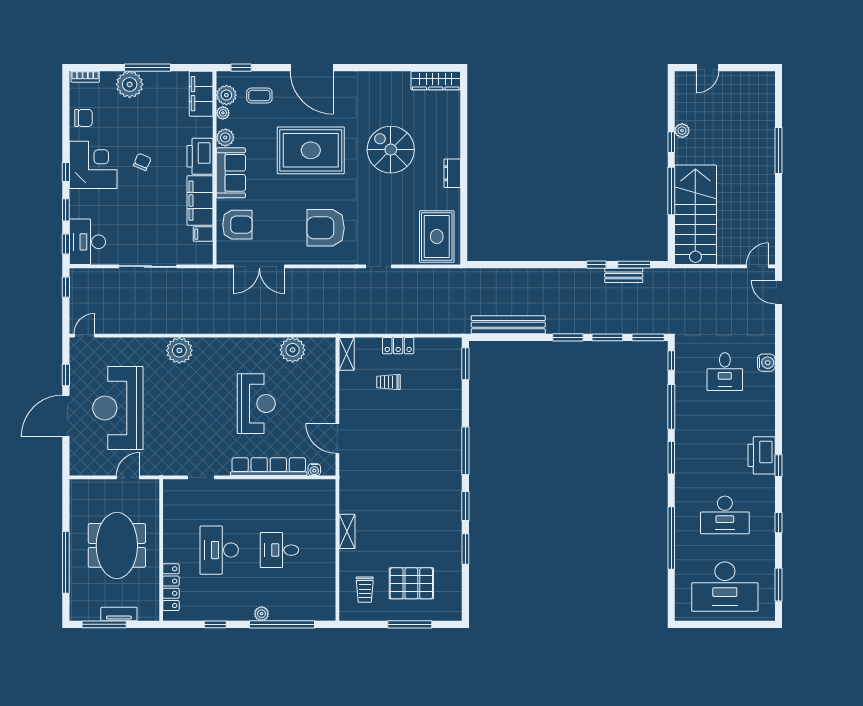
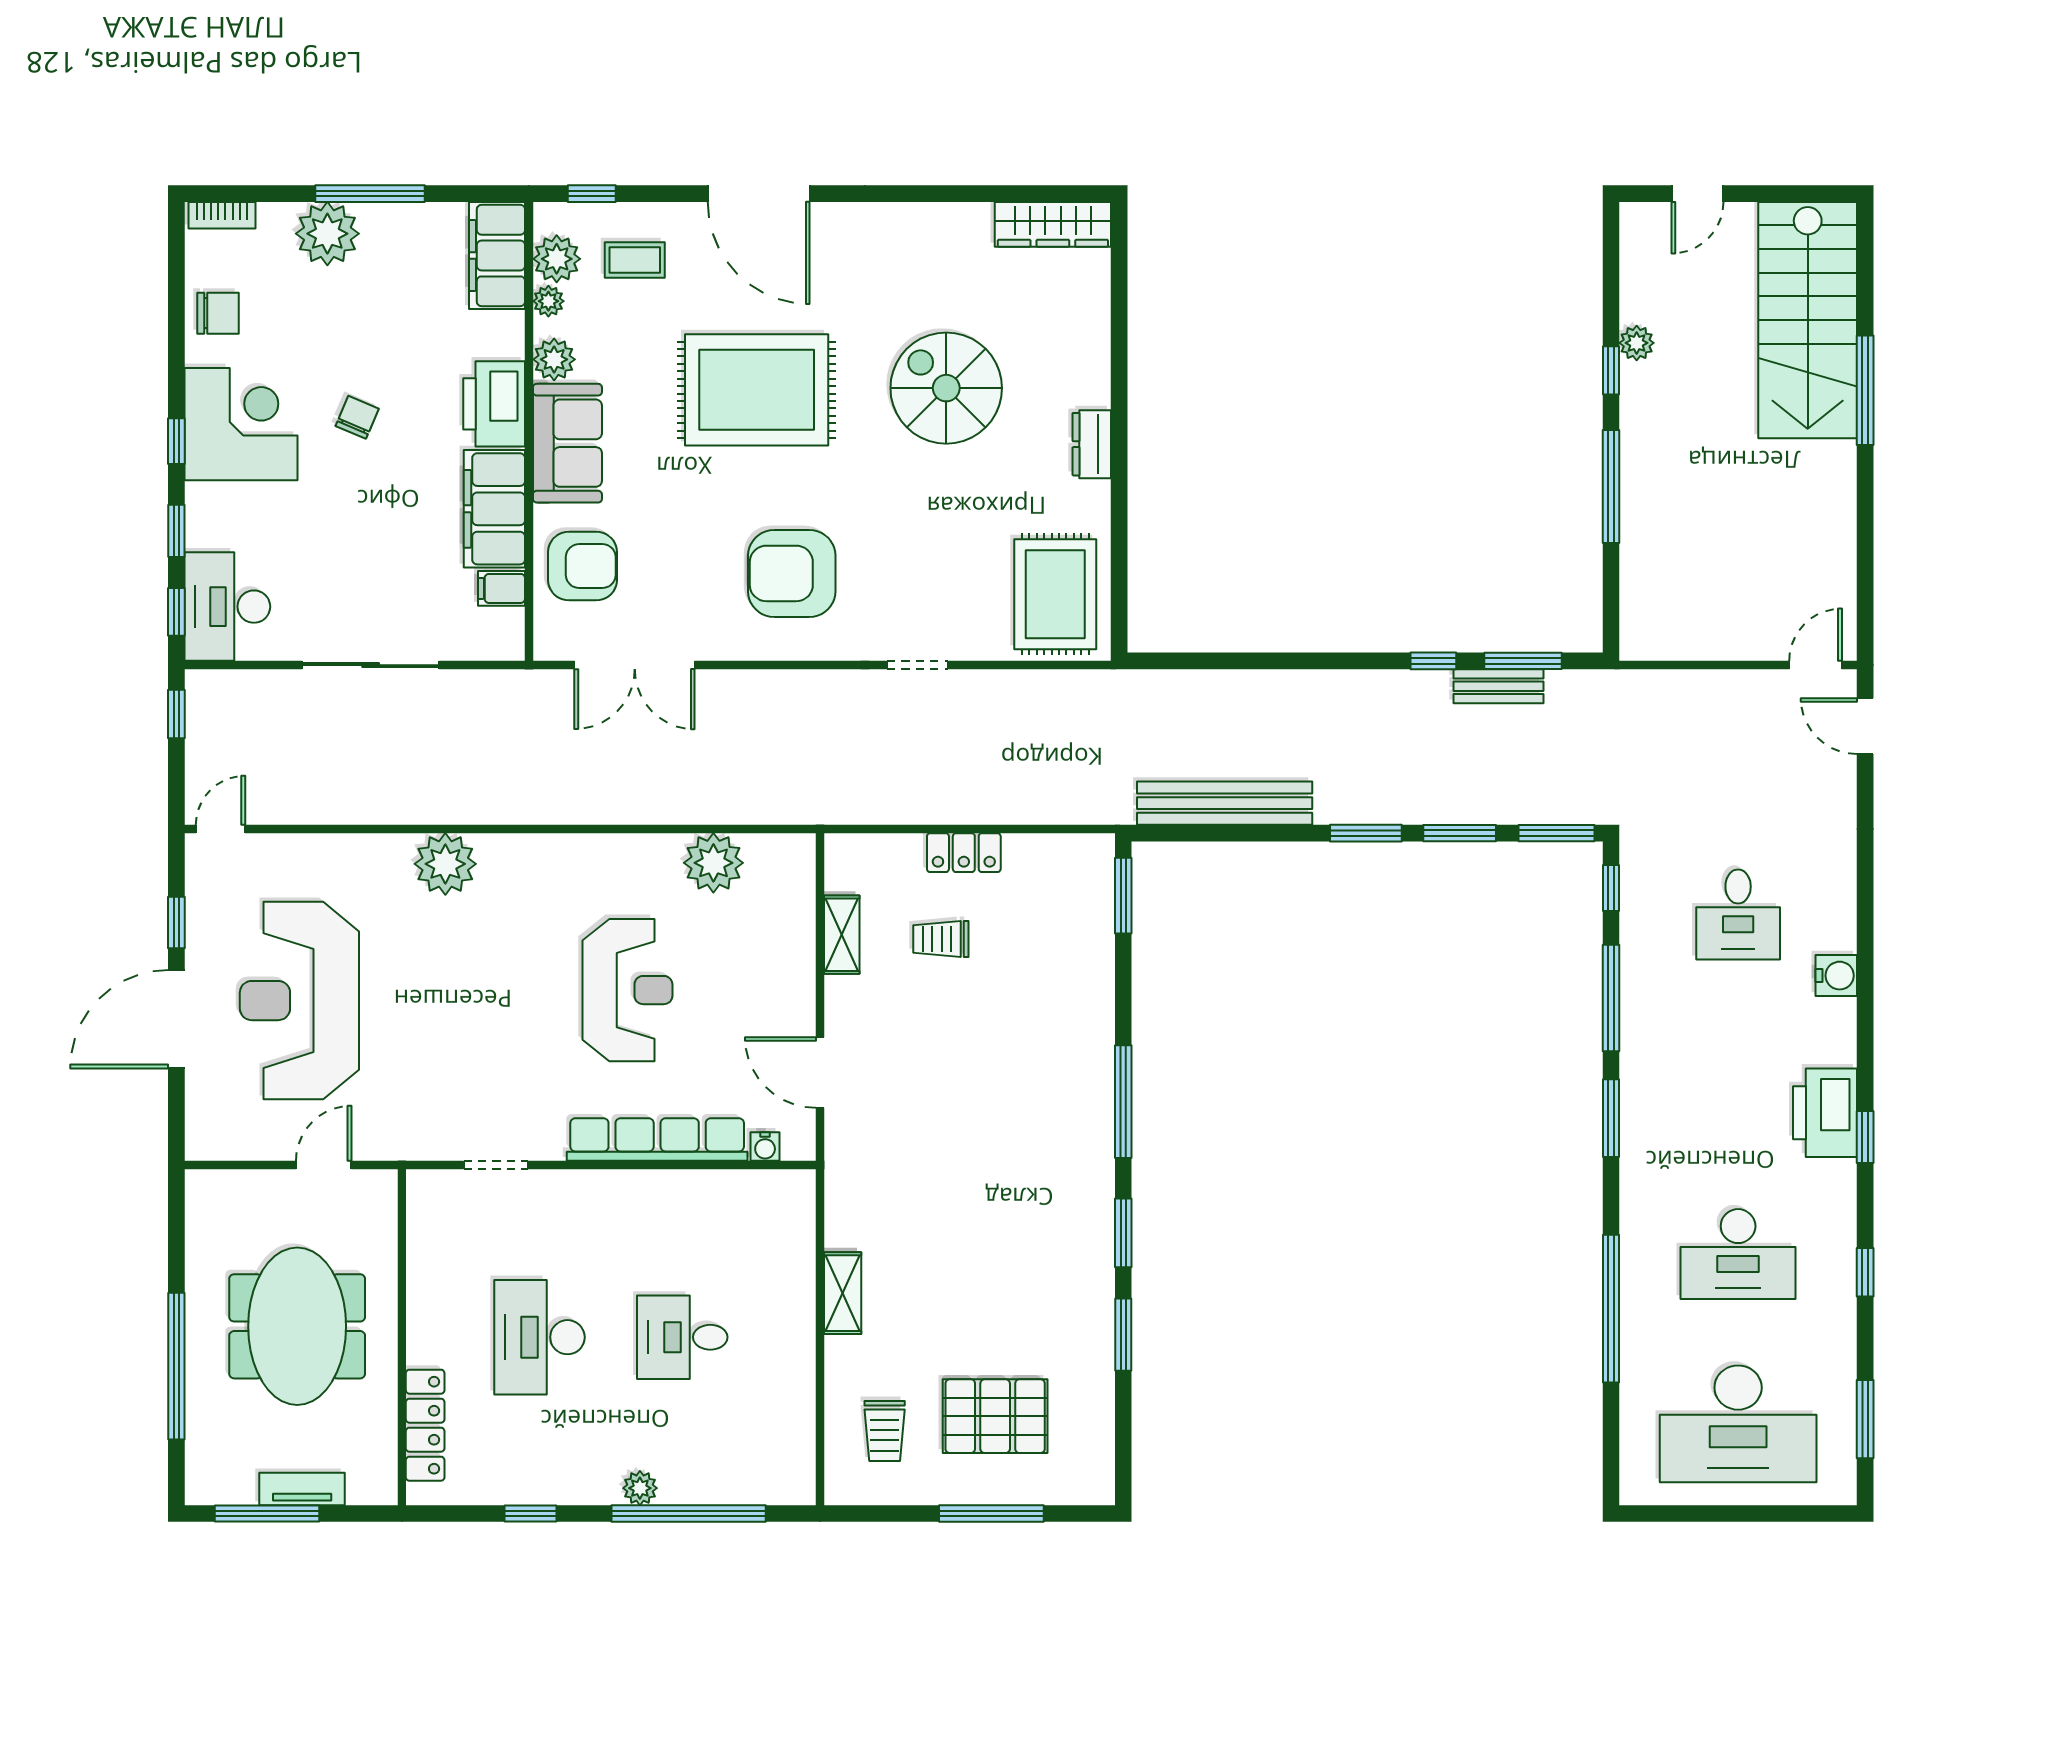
stairs: (695, 215) -> (1808, 320), moved, turned 180
shelving: (347, 354) -> (842, 935), moved
water cooler: (766, 363) -> (1836, 976), moved

